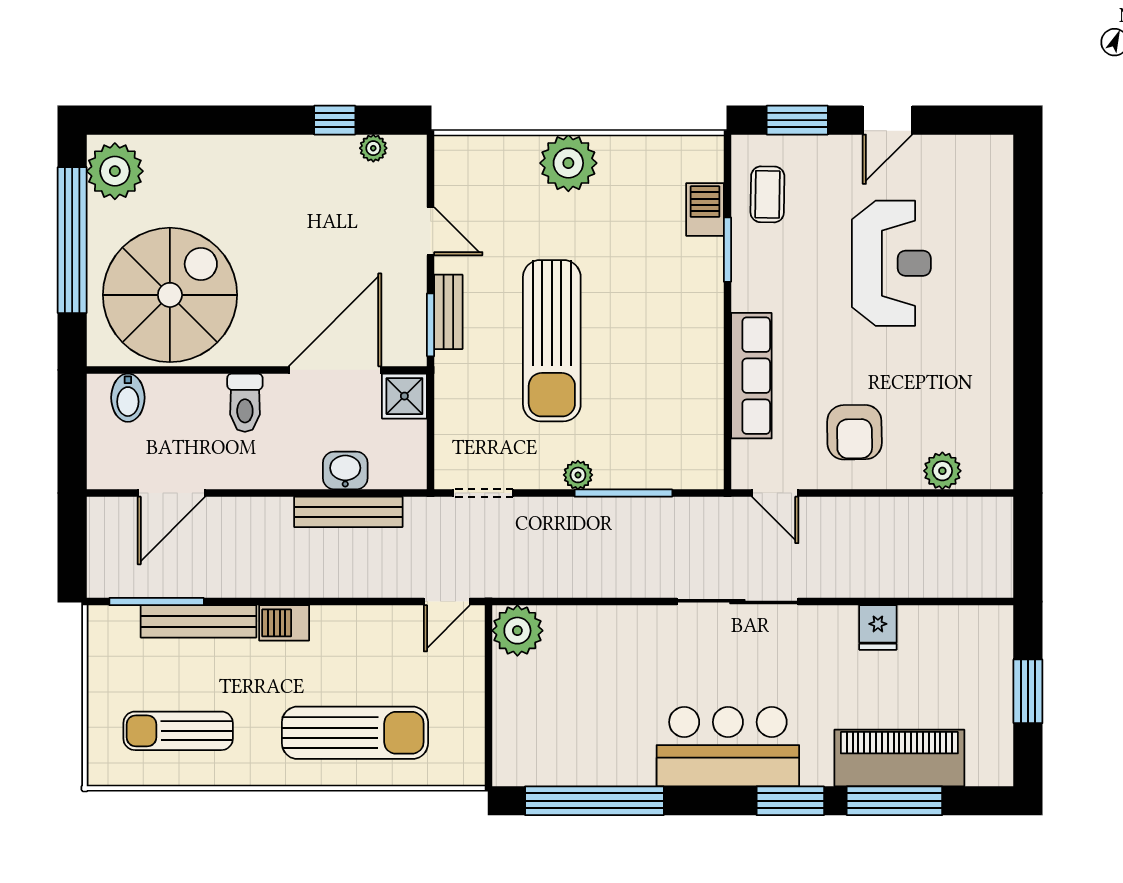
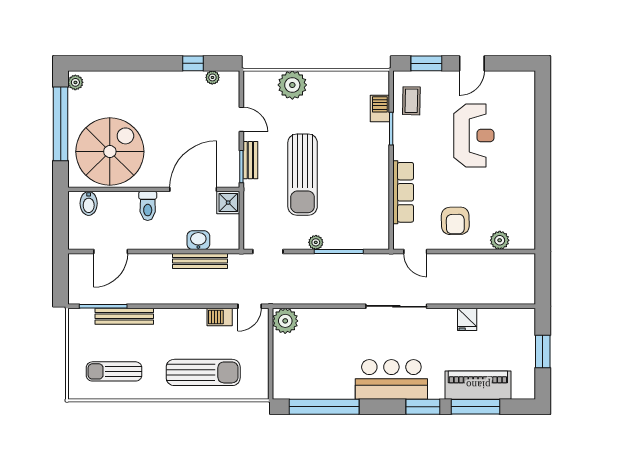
plant: (568, 163) -> (292, 85), moved
plant: (115, 171) -> (75, 82), width x0.53, depth x0.53
barbecue: (284, 623) -> (220, 317), moved

